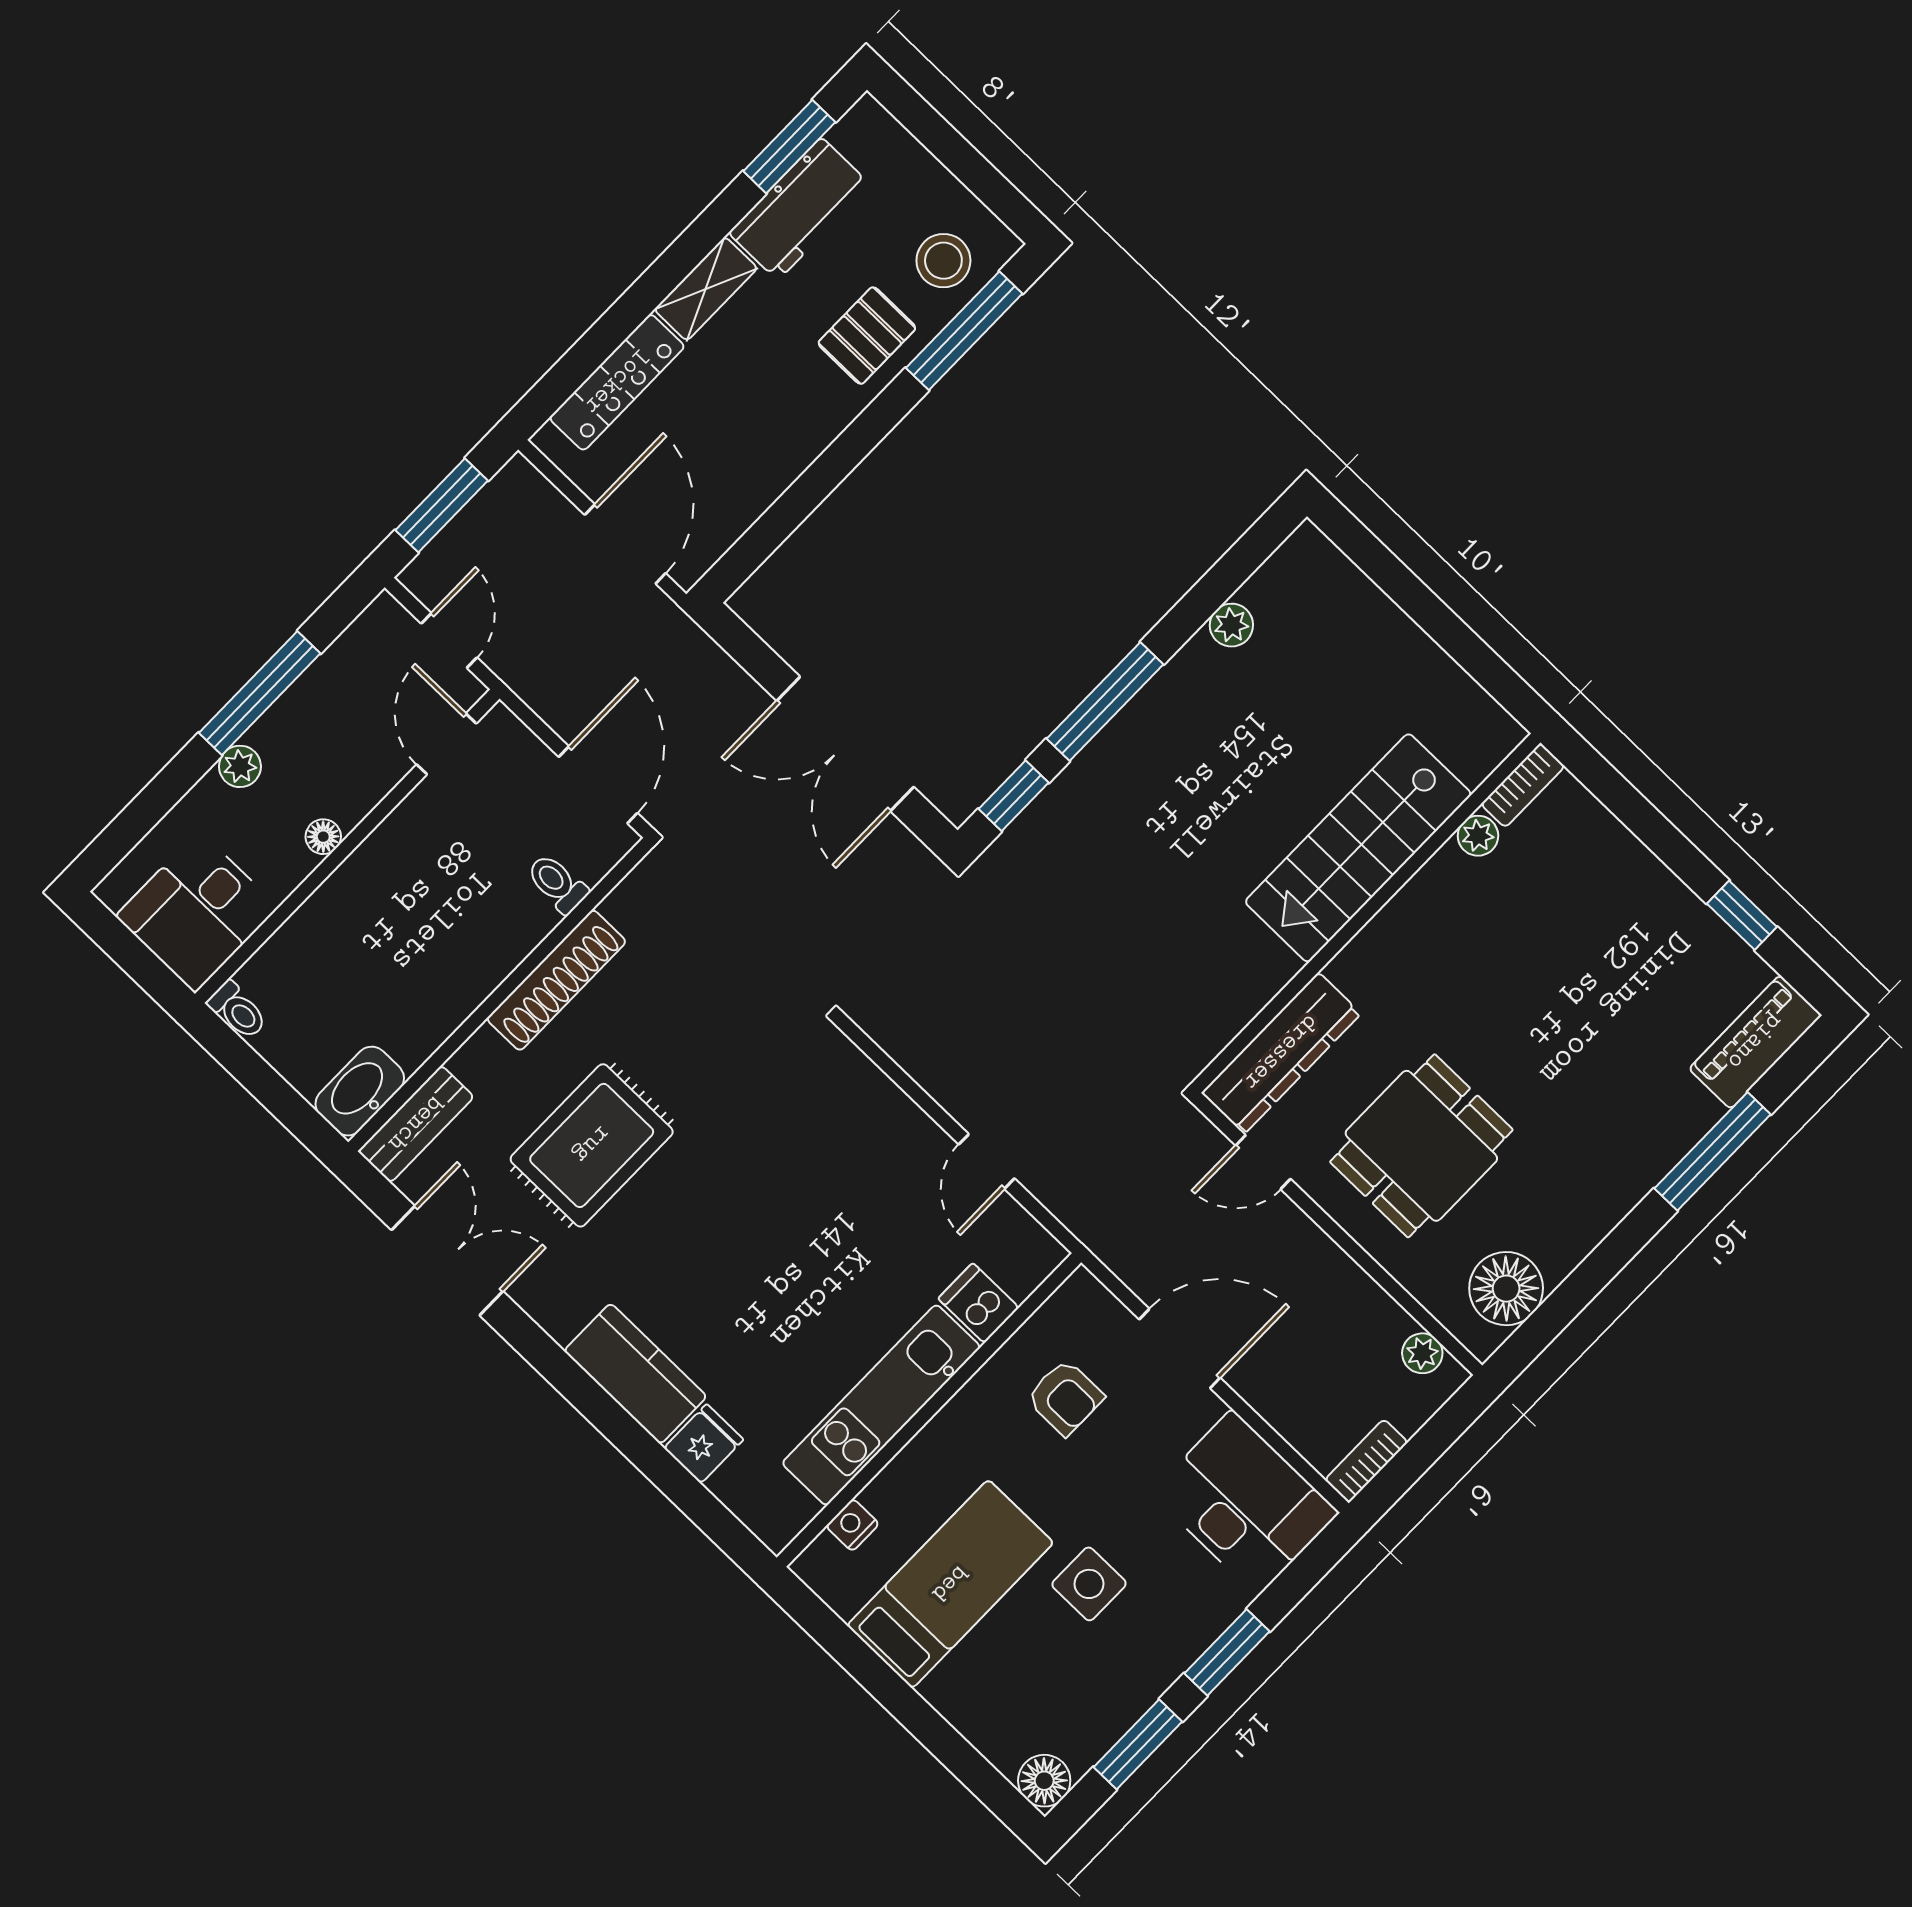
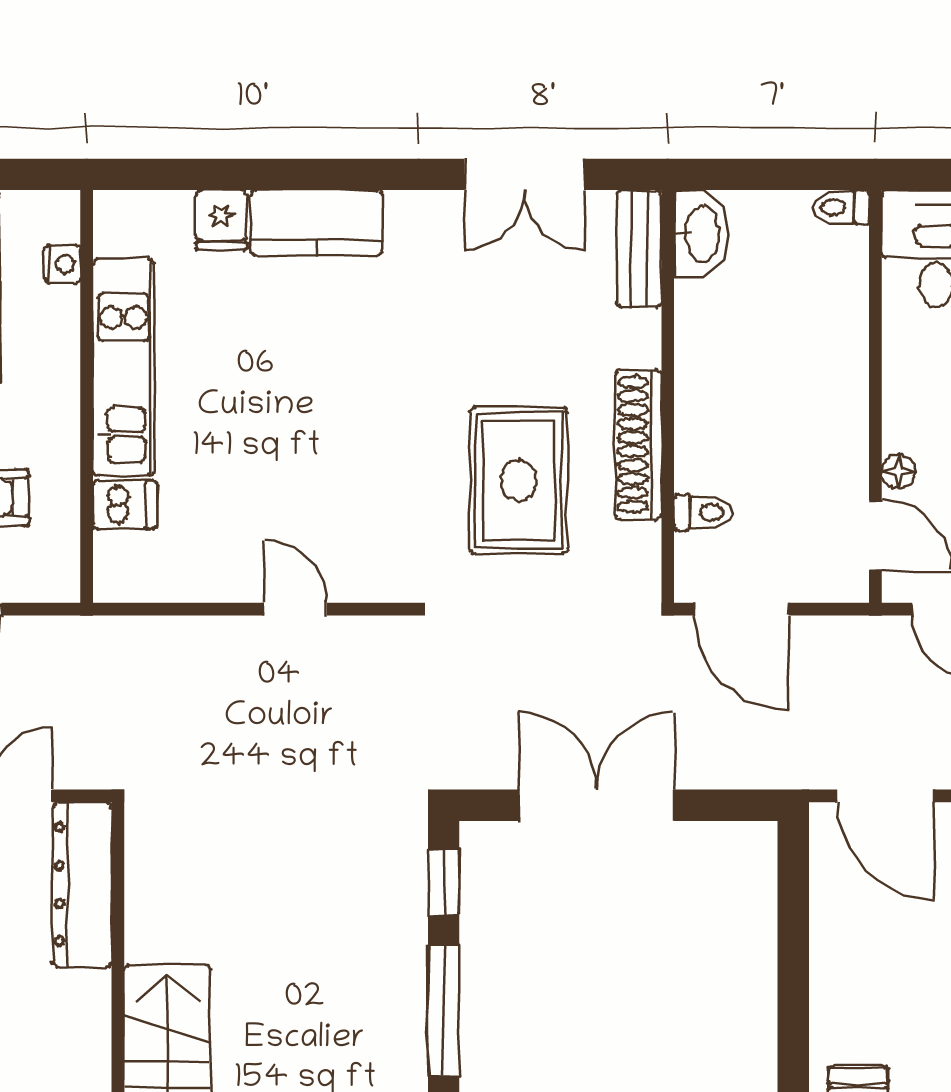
floor lamp: (323, 837) -> (899, 472), moved
rug: (592, 1145) -> (519, 480), moved
door: (987, 1161) -> (296, 609), moved

